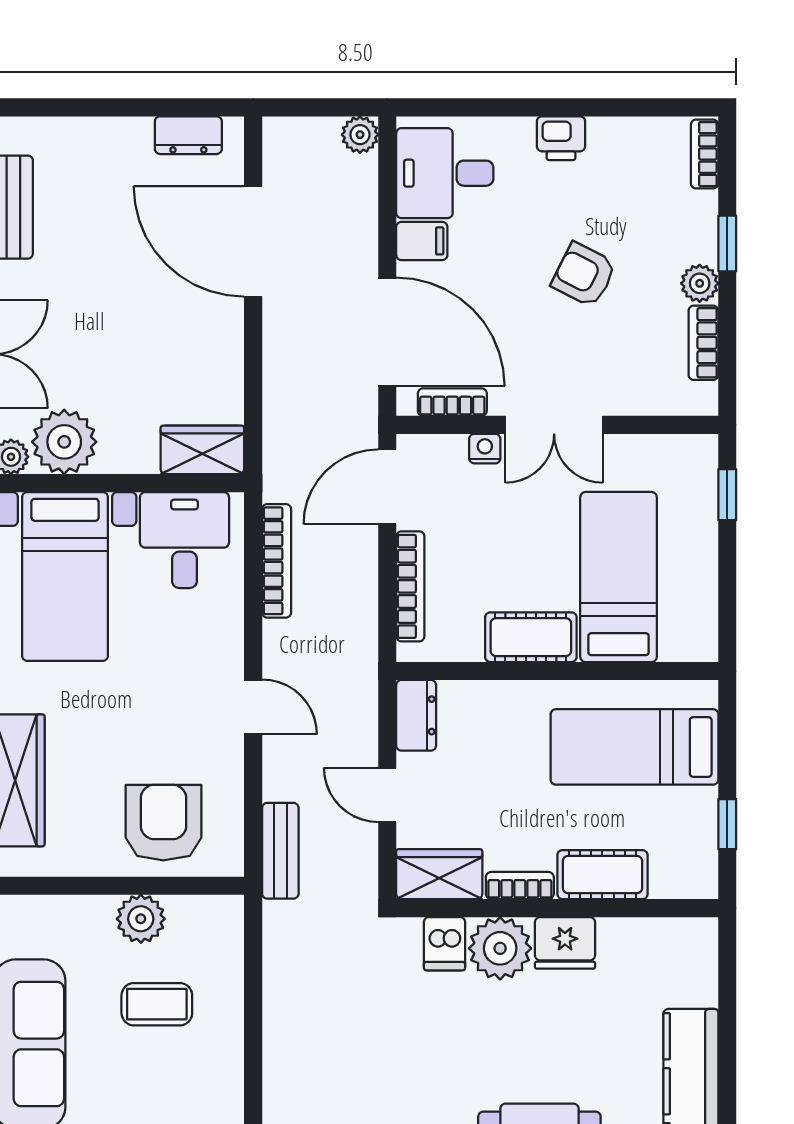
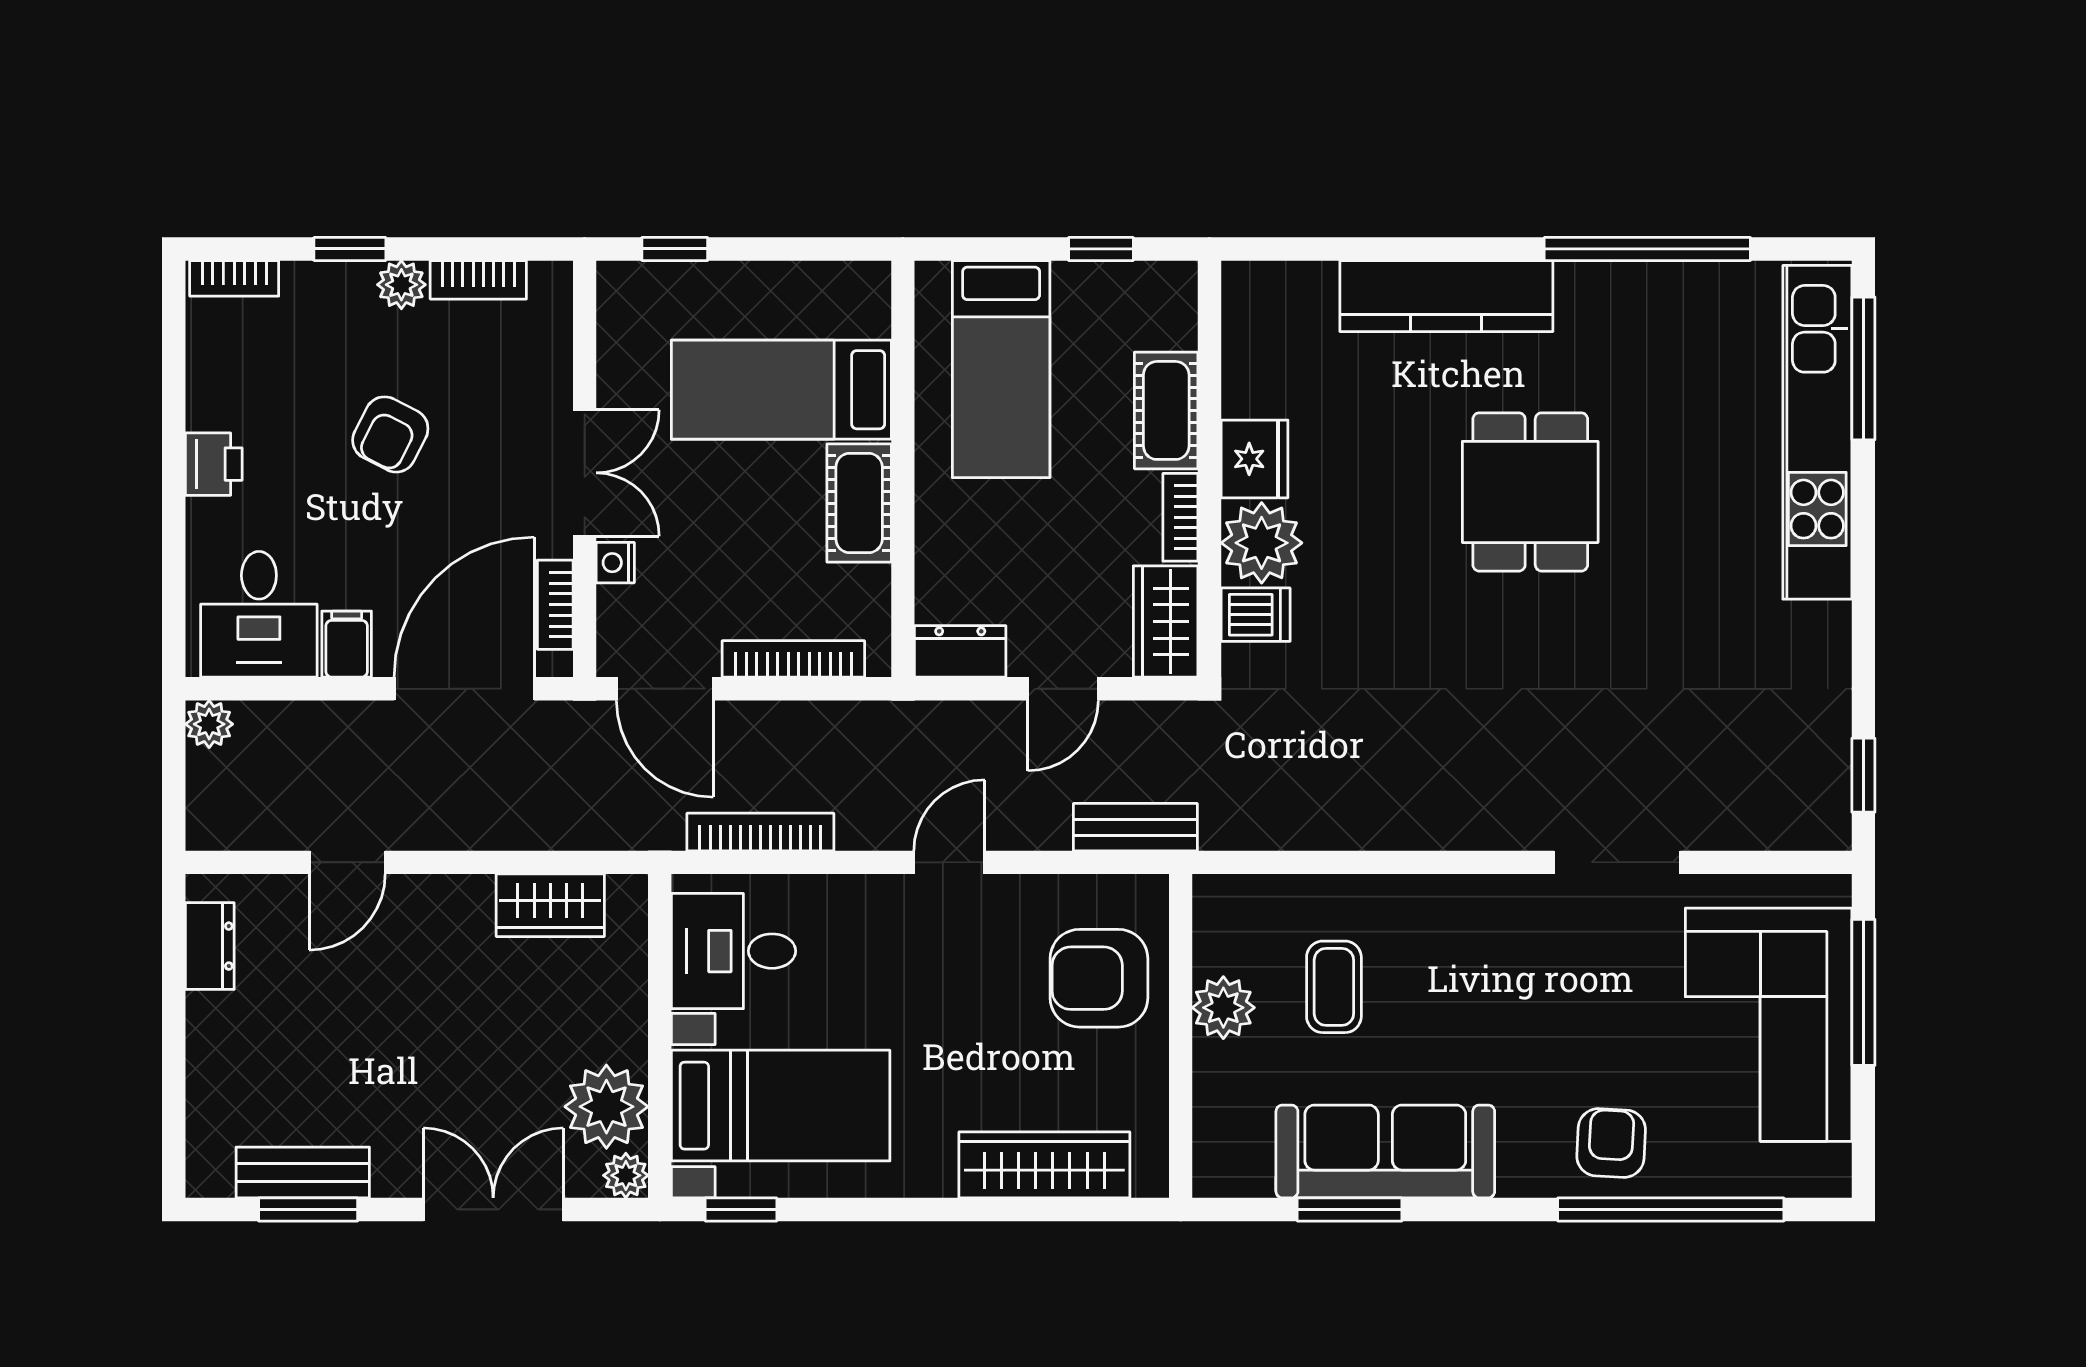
door: (253, 241) -> (347, 862), width x0.53
wardrobe: (202, 450) -> (550, 905), moved, turned -90

